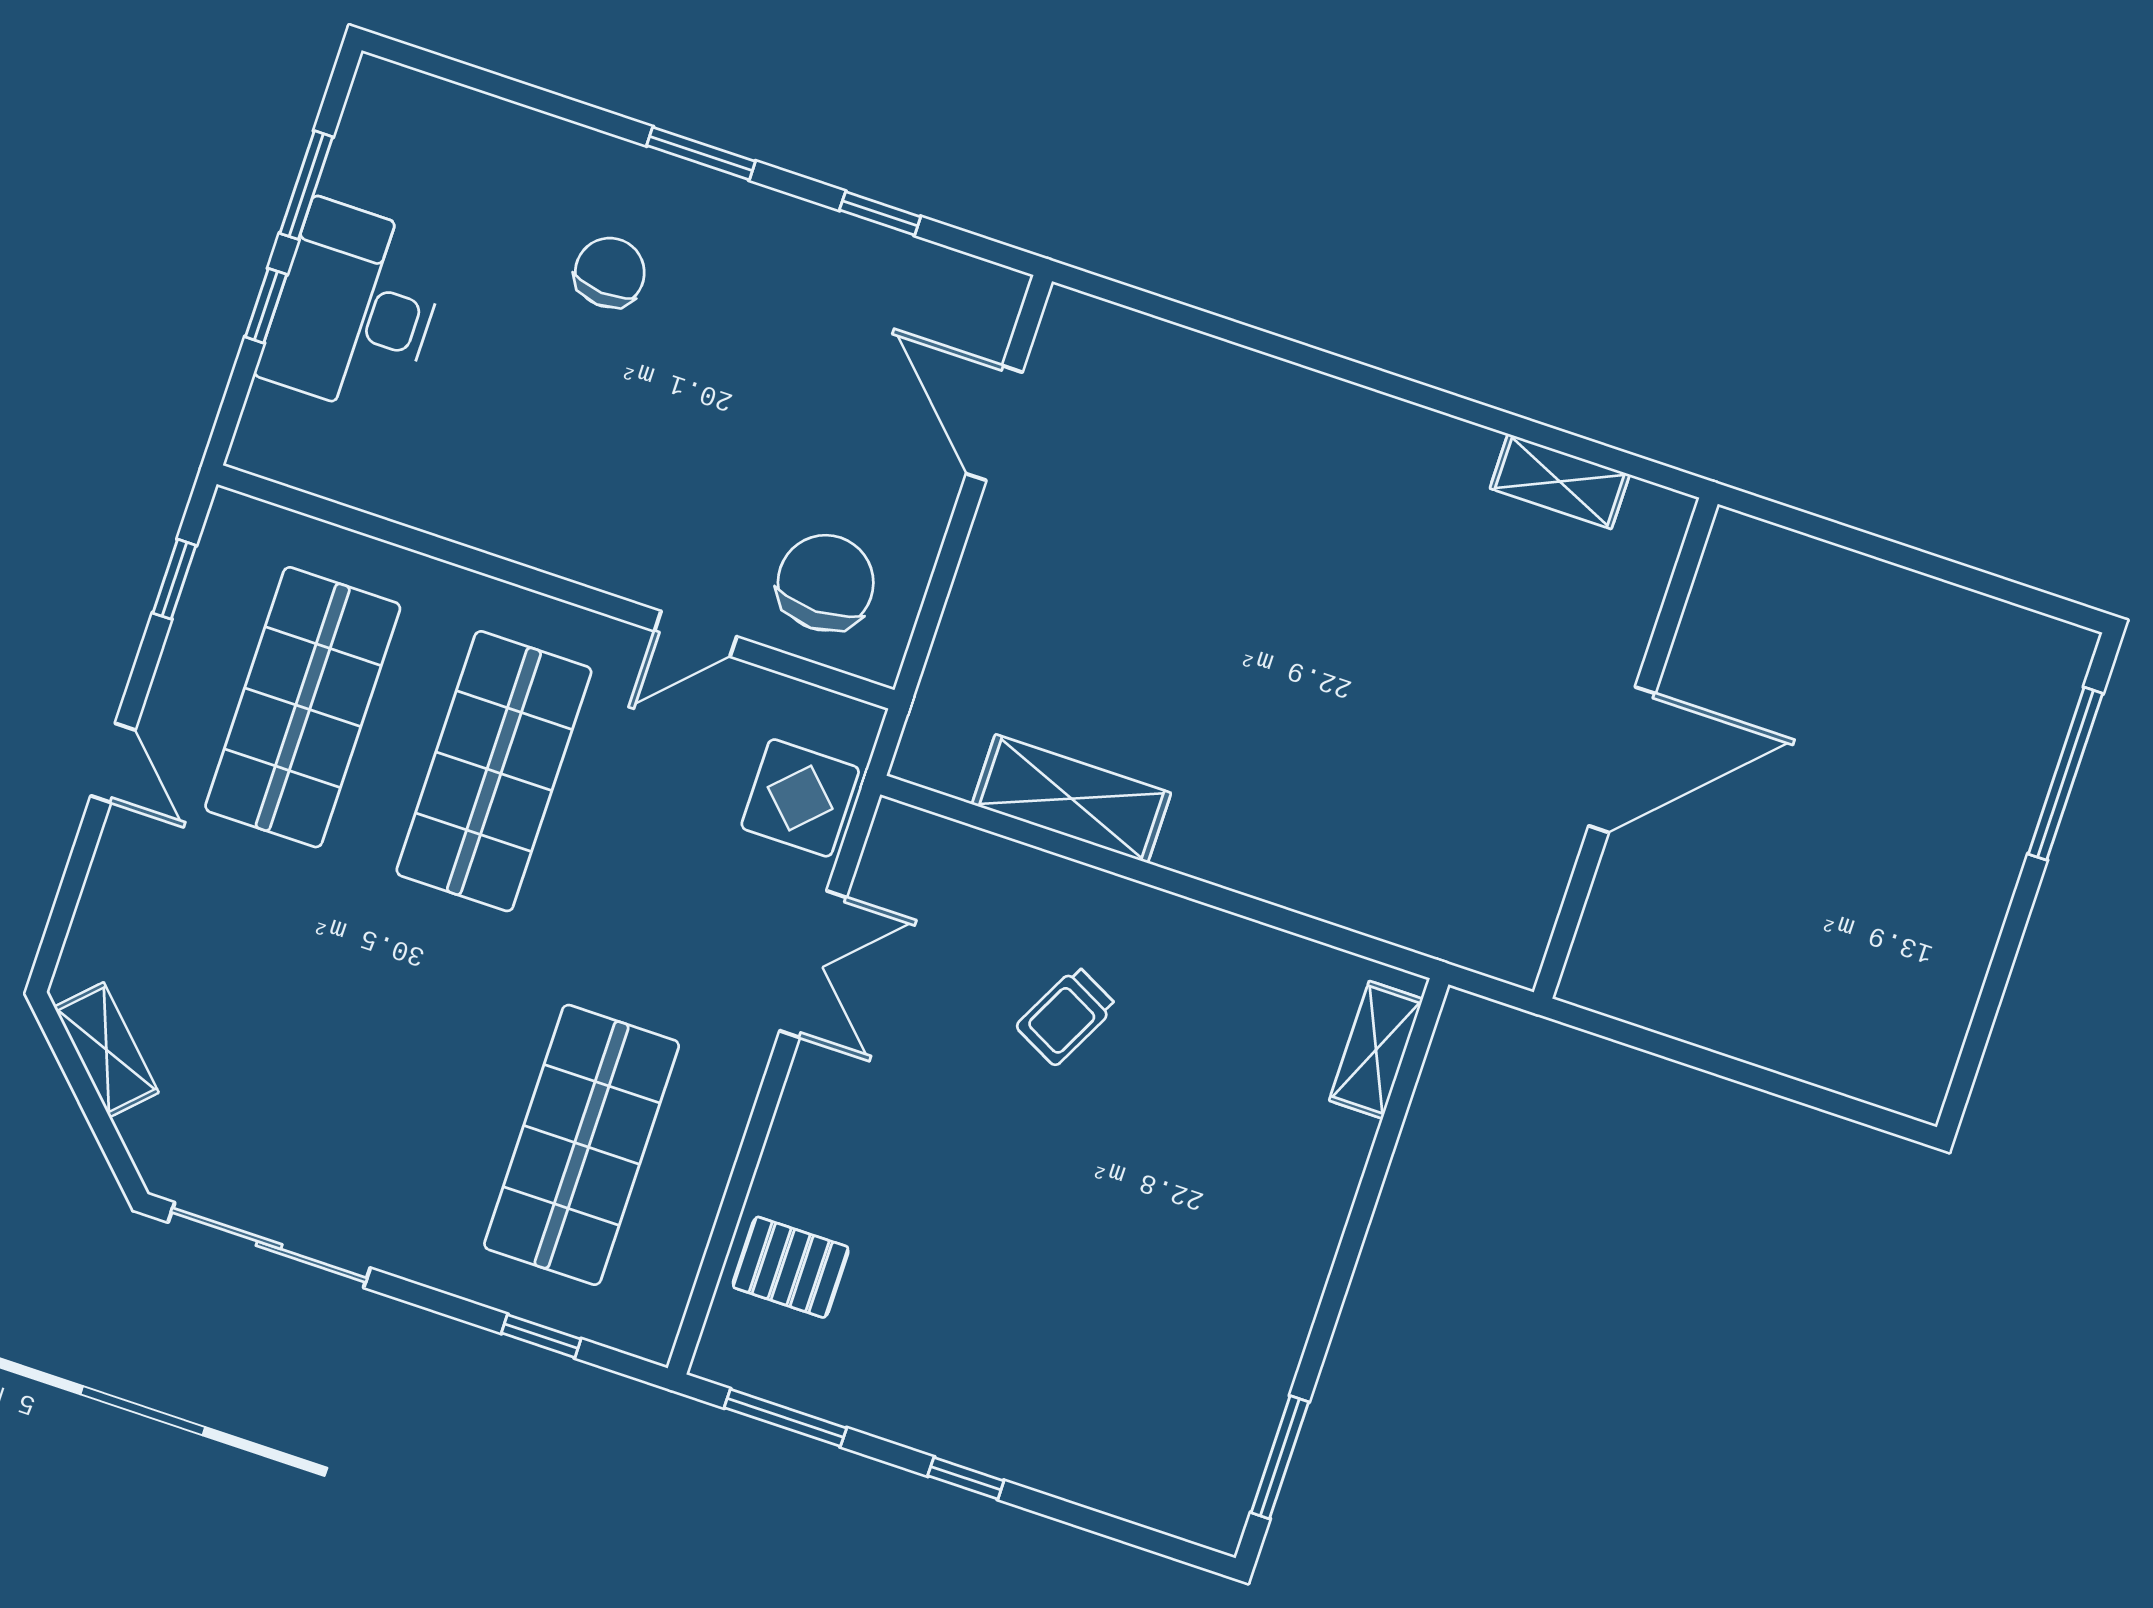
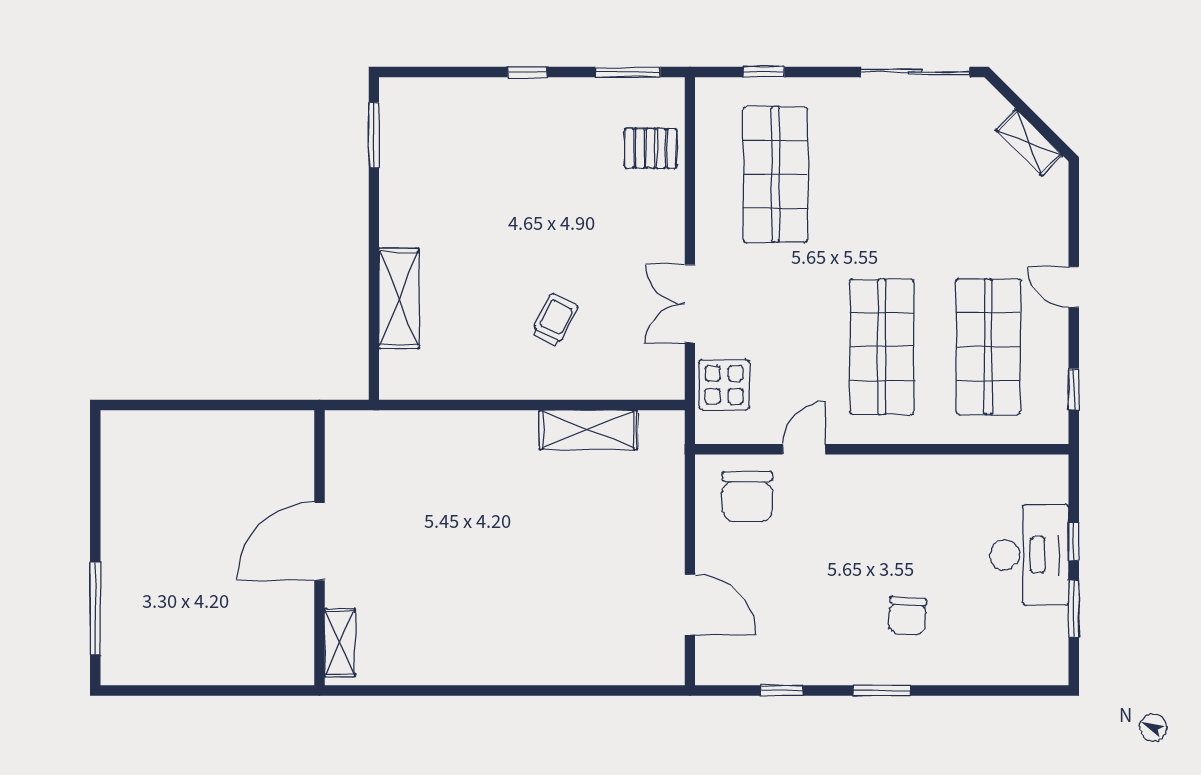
shelving: (1560, 481) -> (340, 643), moved, turned 90
shelving: (1376, 1050) -> (399, 298), moved, width x1.50, depth x1.33

